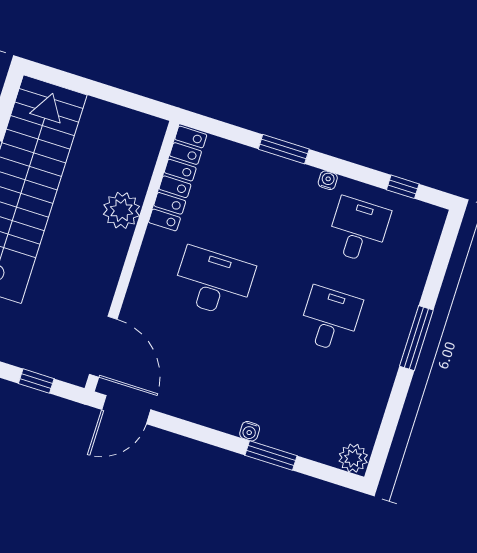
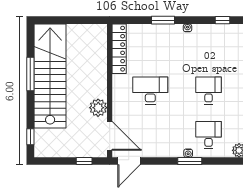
plant: (122, 210) -> (98, 108), moved
desk: (358, 230) -> (209, 135), moved
window: (271, 455) -> (190, 161), moved

